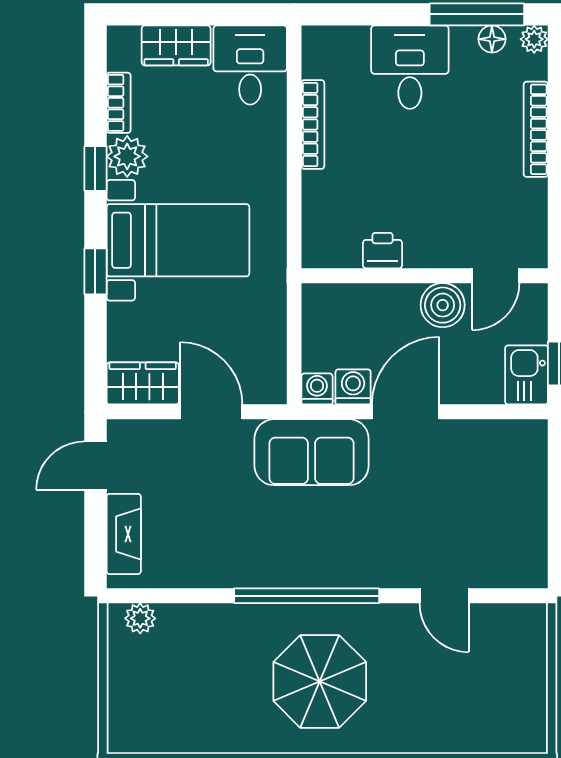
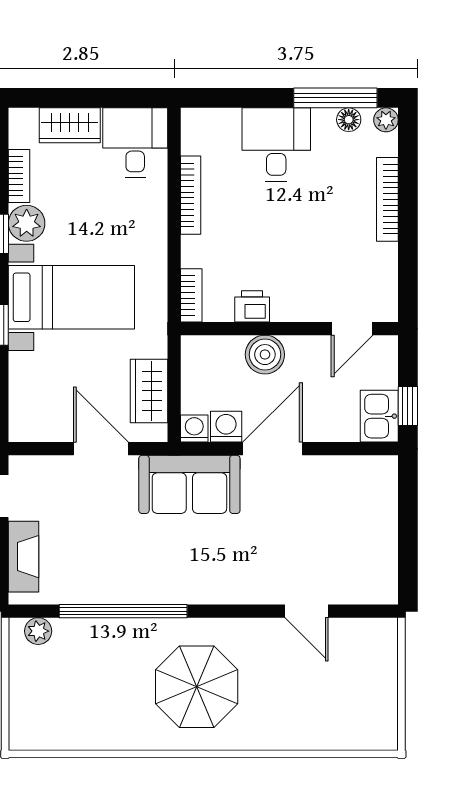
bookcase: (314, 238) -> (191, 295), added
boiler: (443, 305) -> (265, 355), moved
wardrobe: (143, 383) -> (149, 391), moved, turned -90
window: (307, 596) -> (123, 611), moved

